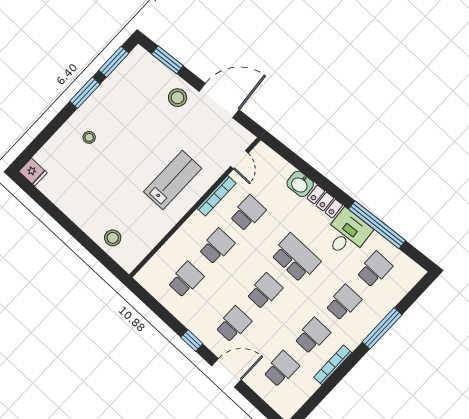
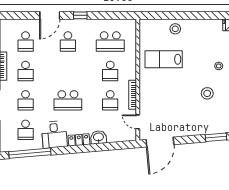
stool: (178, 98) -> (207, 93), moved
door: (219, 101) -> (160, 142), moved
lab bench: (173, 180) -> (164, 59), moved, turned 90
window: (377, 225) -> (30, 153), moved
stool: (113, 238) -> (175, 29), moved
school desk: (186, 280) -> (110, 42), width x1.85
school desk: (265, 291) -> (68, 71), removed

